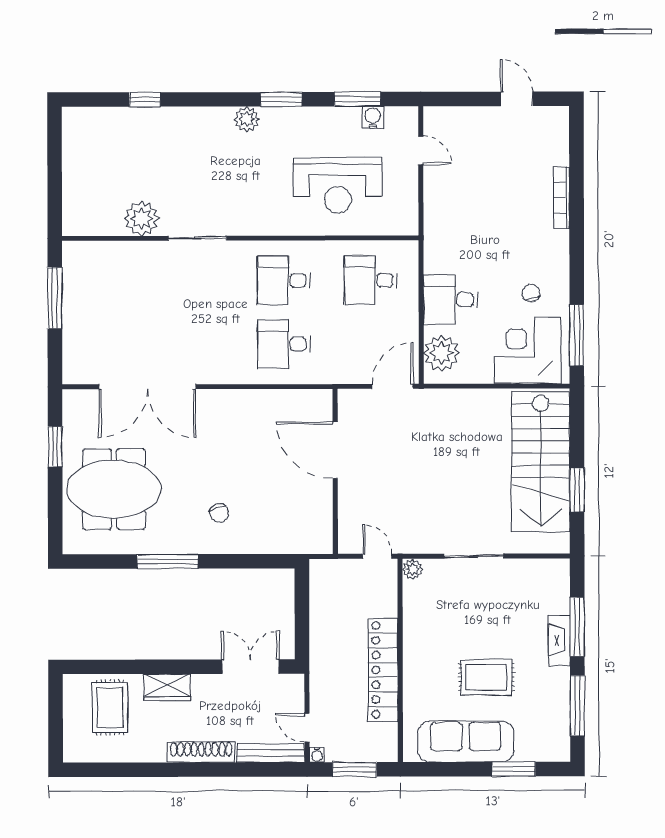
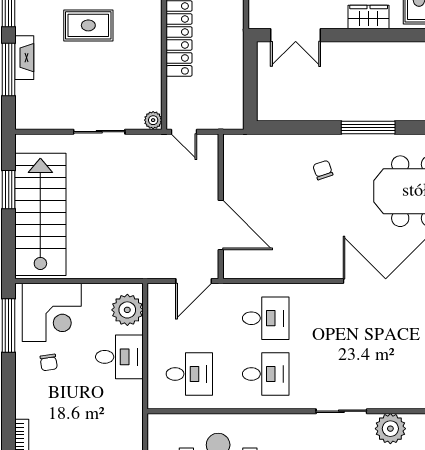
door: (392, 386) -> (194, 281), moved

